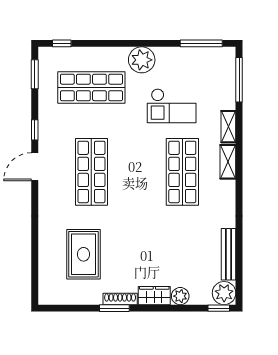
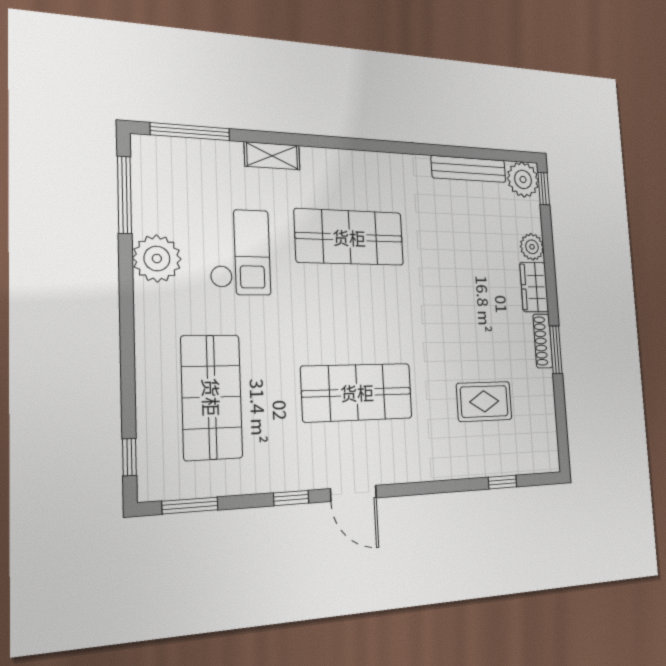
plant: (142, 60) -> (157, 259), moved
shelving: (228, 162) -> (330, 161), removed
rug: (84, 254) -> (484, 401), width x0.73, depth x0.70
window: (35, 263) -> (502, 482), added

